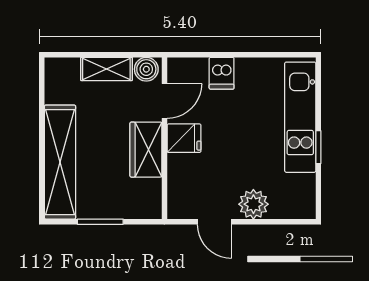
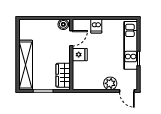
shelving: (106, 69) -> (46, 24), removed
wardrobe: (146, 150) -> (63, 75), moved
door: (214, 222) -> (127, 91), moved

